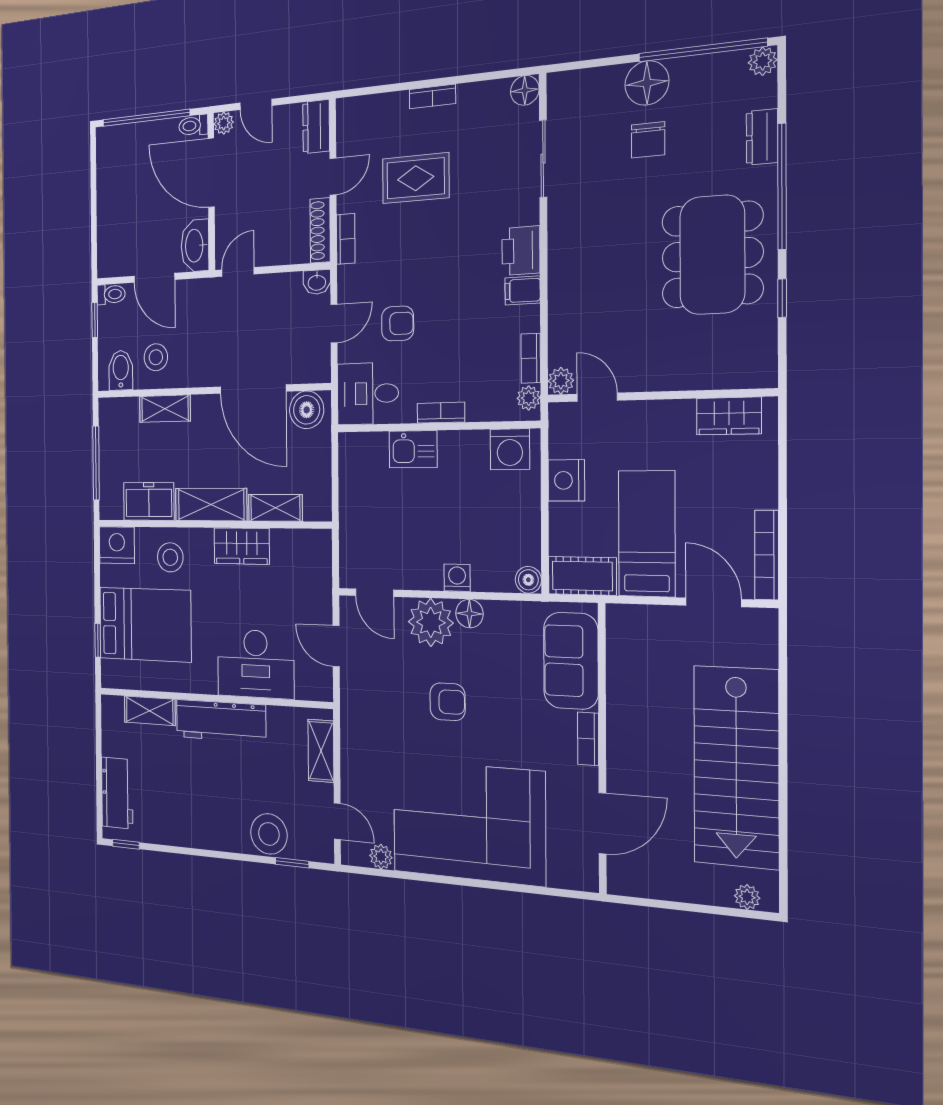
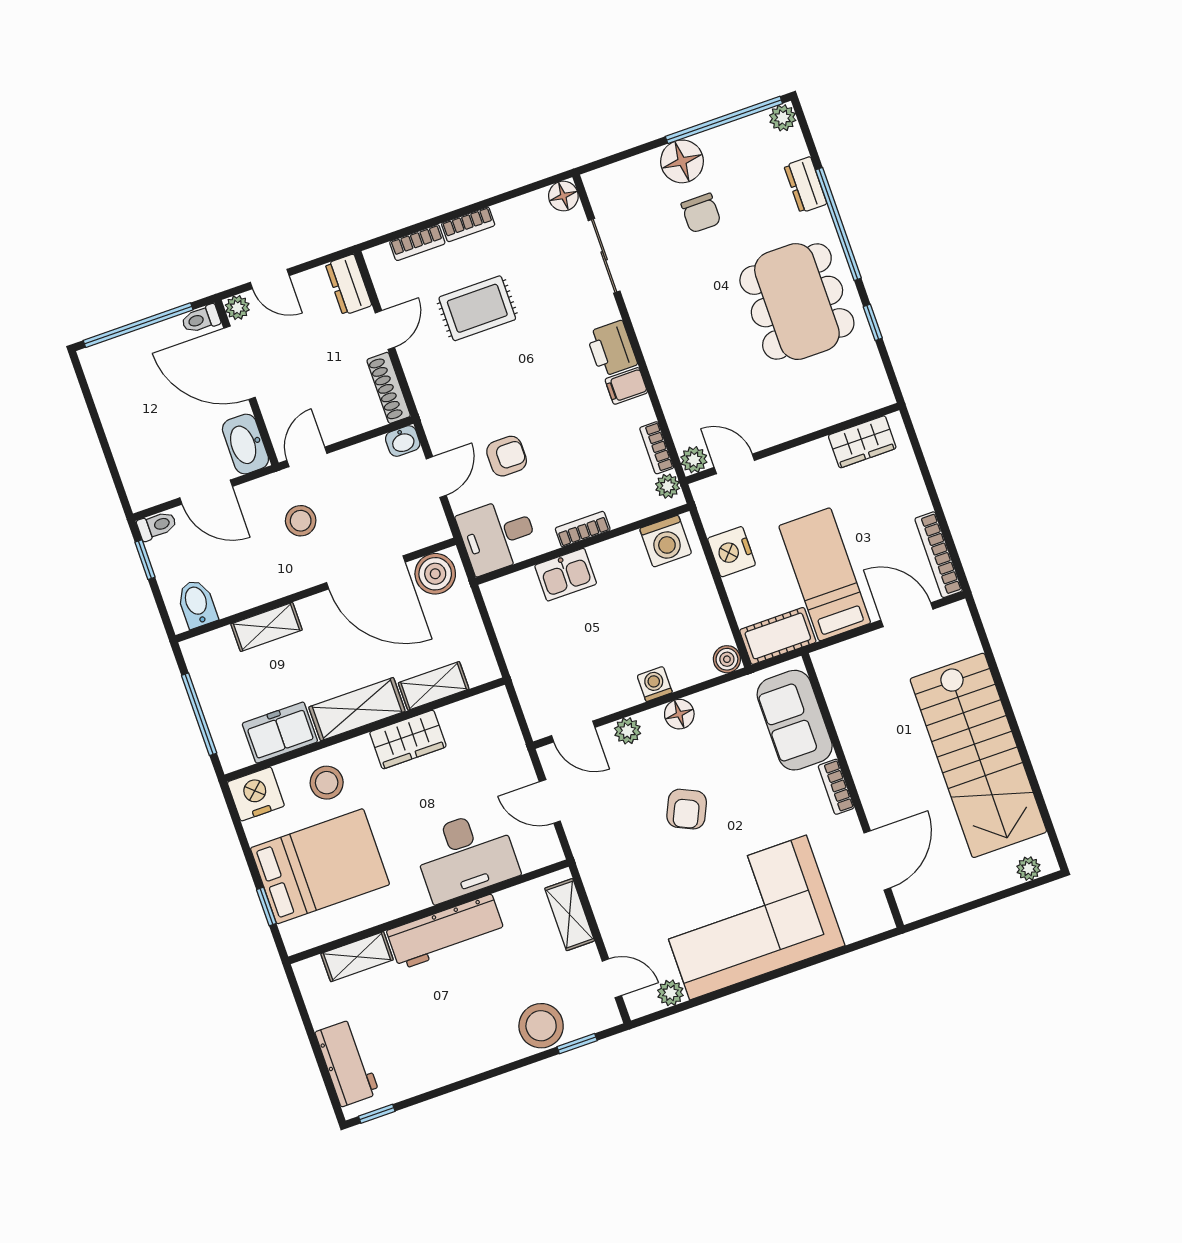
bookcase: (346, 239) -> (417, 243), moved, turned 90
stool: (156, 357) -> (301, 521), moved
plant: (431, 622) -> (628, 731), width x0.53, depth x0.53
armchair: (448, 702) -> (687, 809), turned 115

